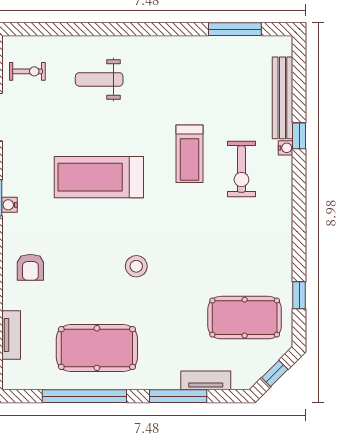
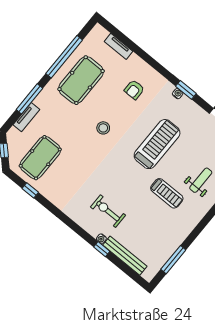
treadmill: (190, 154) -> (167, 193), moved, turned 180
armchair: (30, 267) -> (134, 90), moved, turned -90

